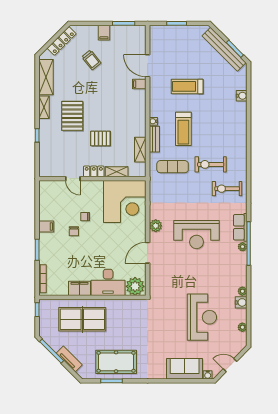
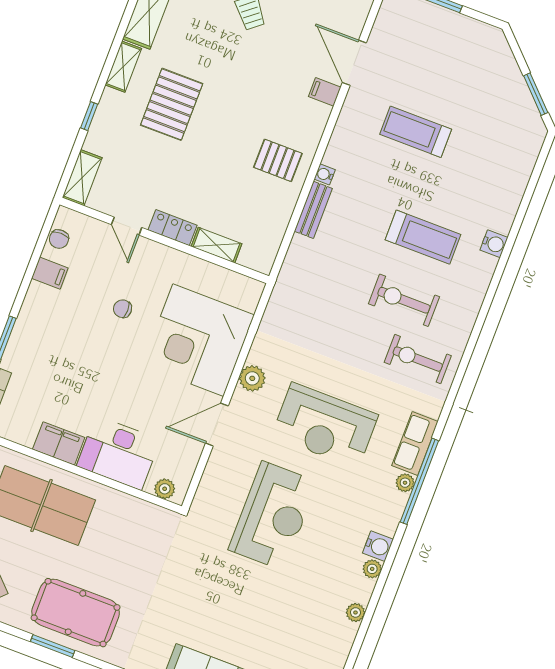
bench: (224, 49) -> (514, 87), removed
water cooler: (242, 96) -> (494, 244), moved
treadmill: (183, 129) -> (423, 237), moved, turned -90
pallet: (100, 138) -> (278, 160), moved
shelving: (140, 150) -> (82, 178), moved
exercise mat: (173, 167) -> (328, 276), removed
corner desk: (125, 201) -> (198, 340), moved, turned 90
filing cabinet: (46, 226) -> (50, 273), moved
chair: (74, 231) -> (59, 239), moved
plant: (135, 286) -> (165, 489), width x0.53, depth x0.53
water cooler: (241, 302) -> (378, 546), moved
reception desk: (202, 317) -> (273, 516), moved
plant: (242, 327) -> (355, 612), moved

